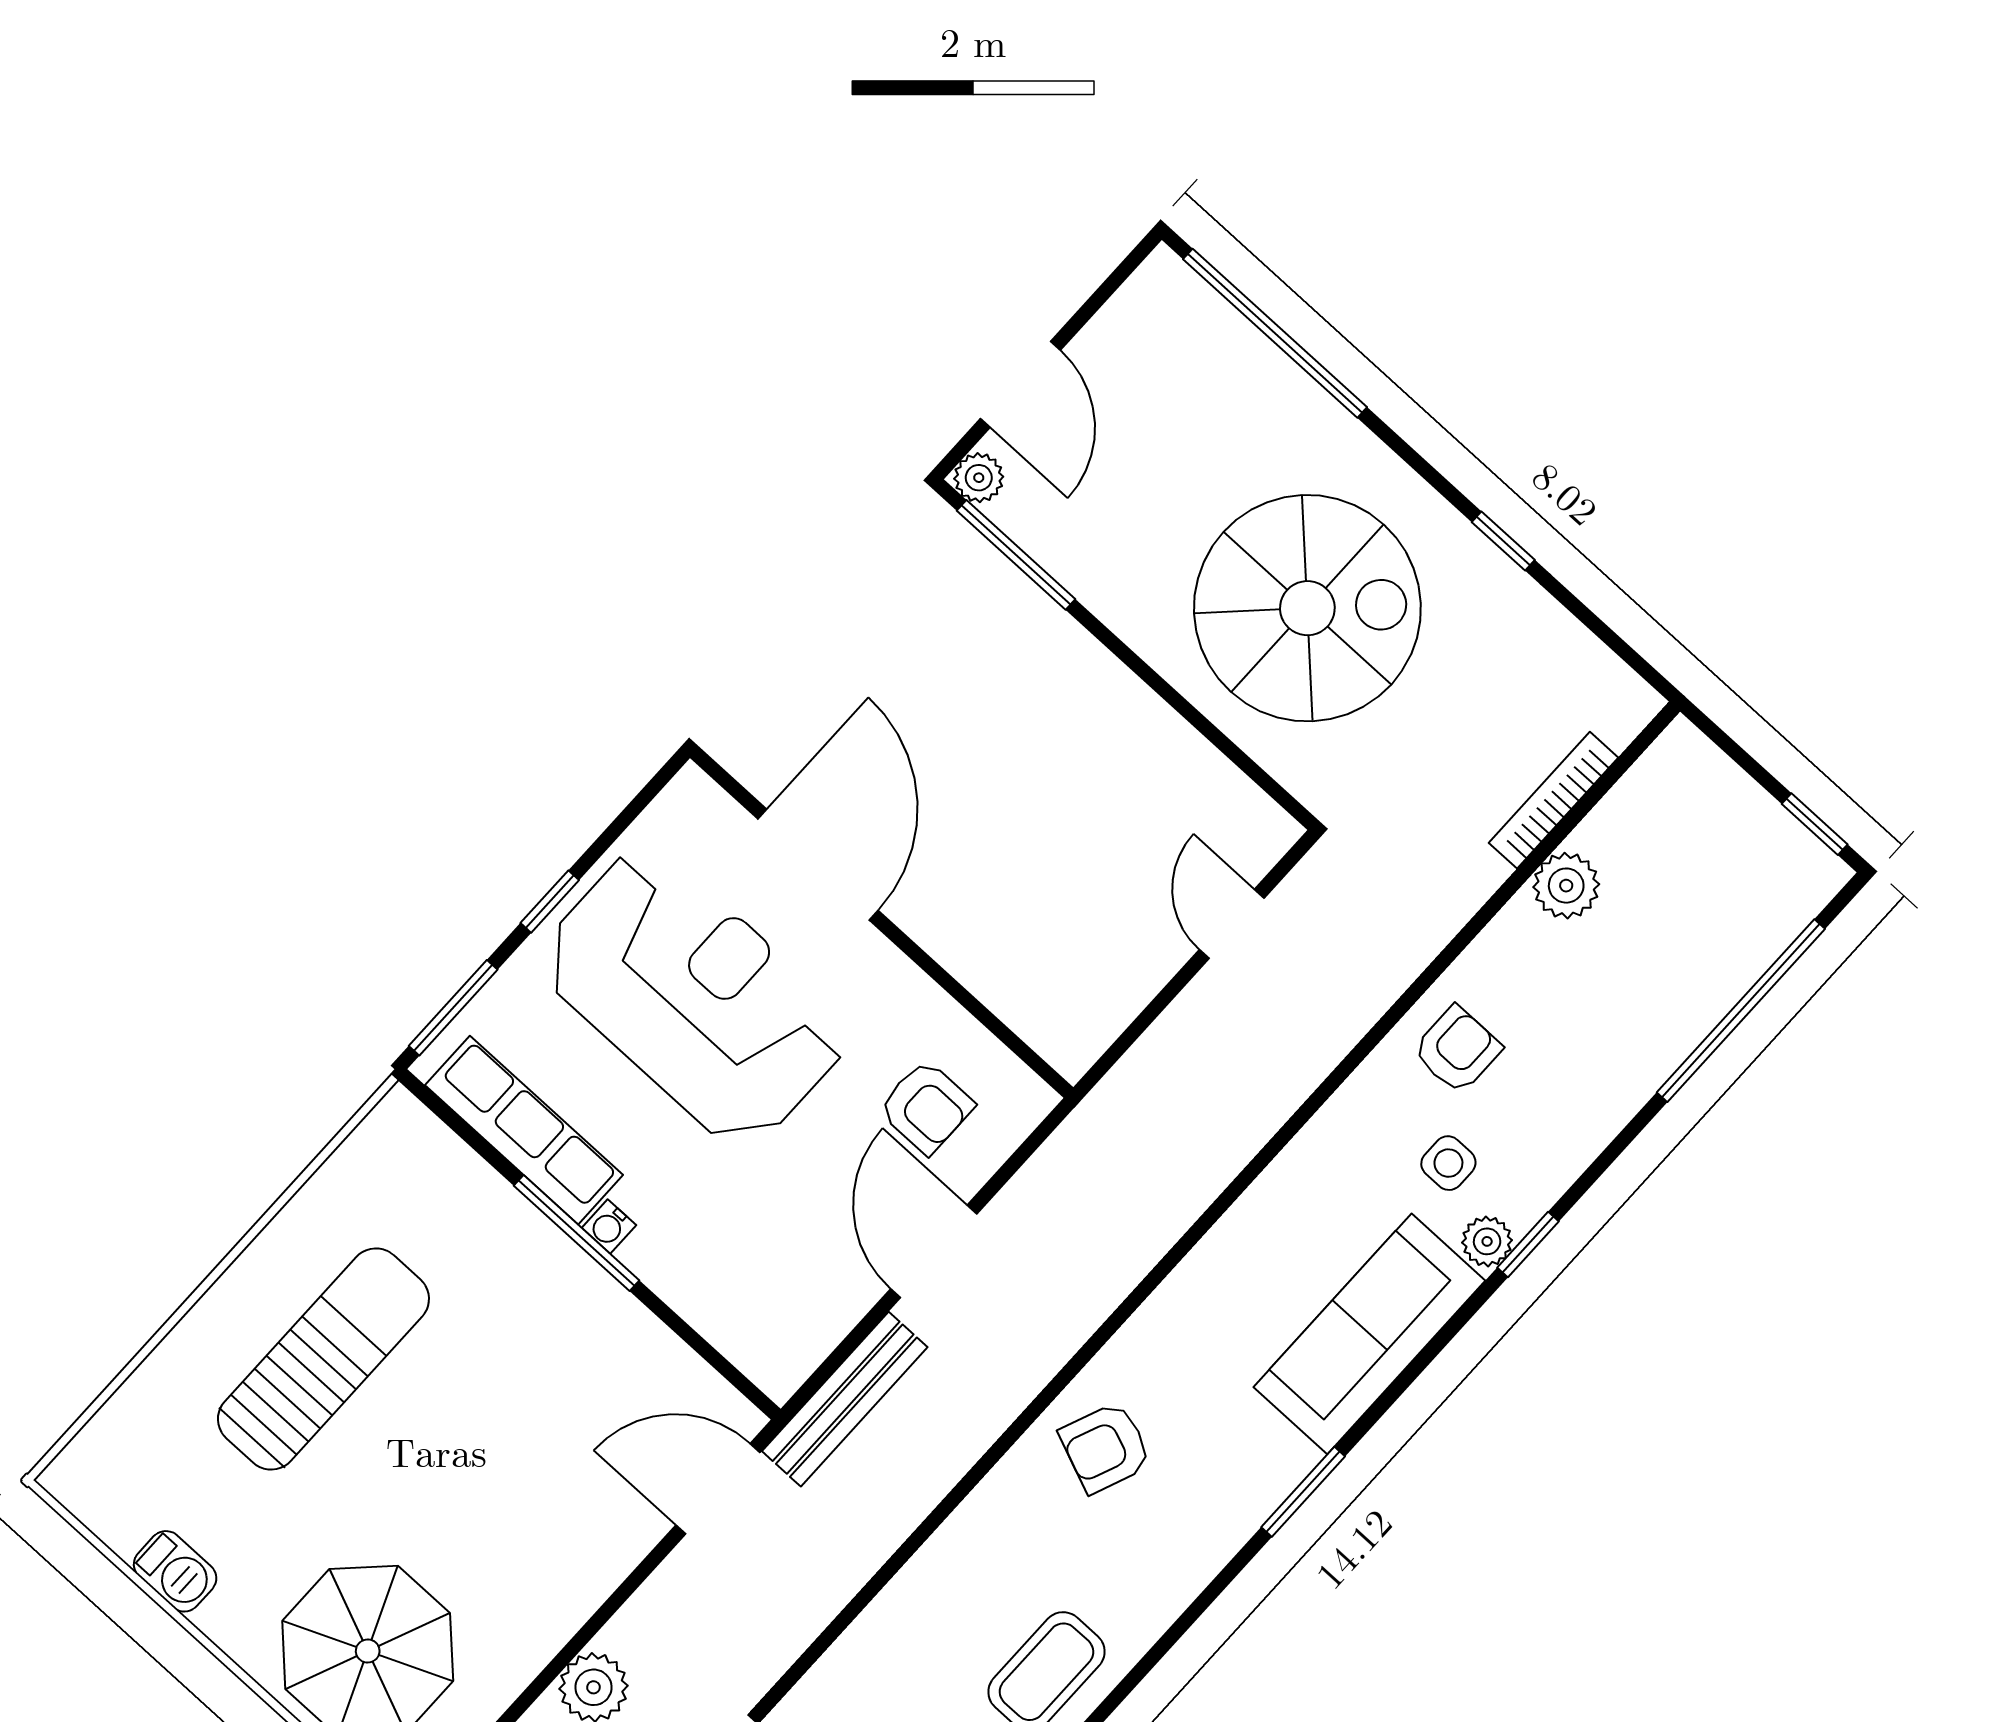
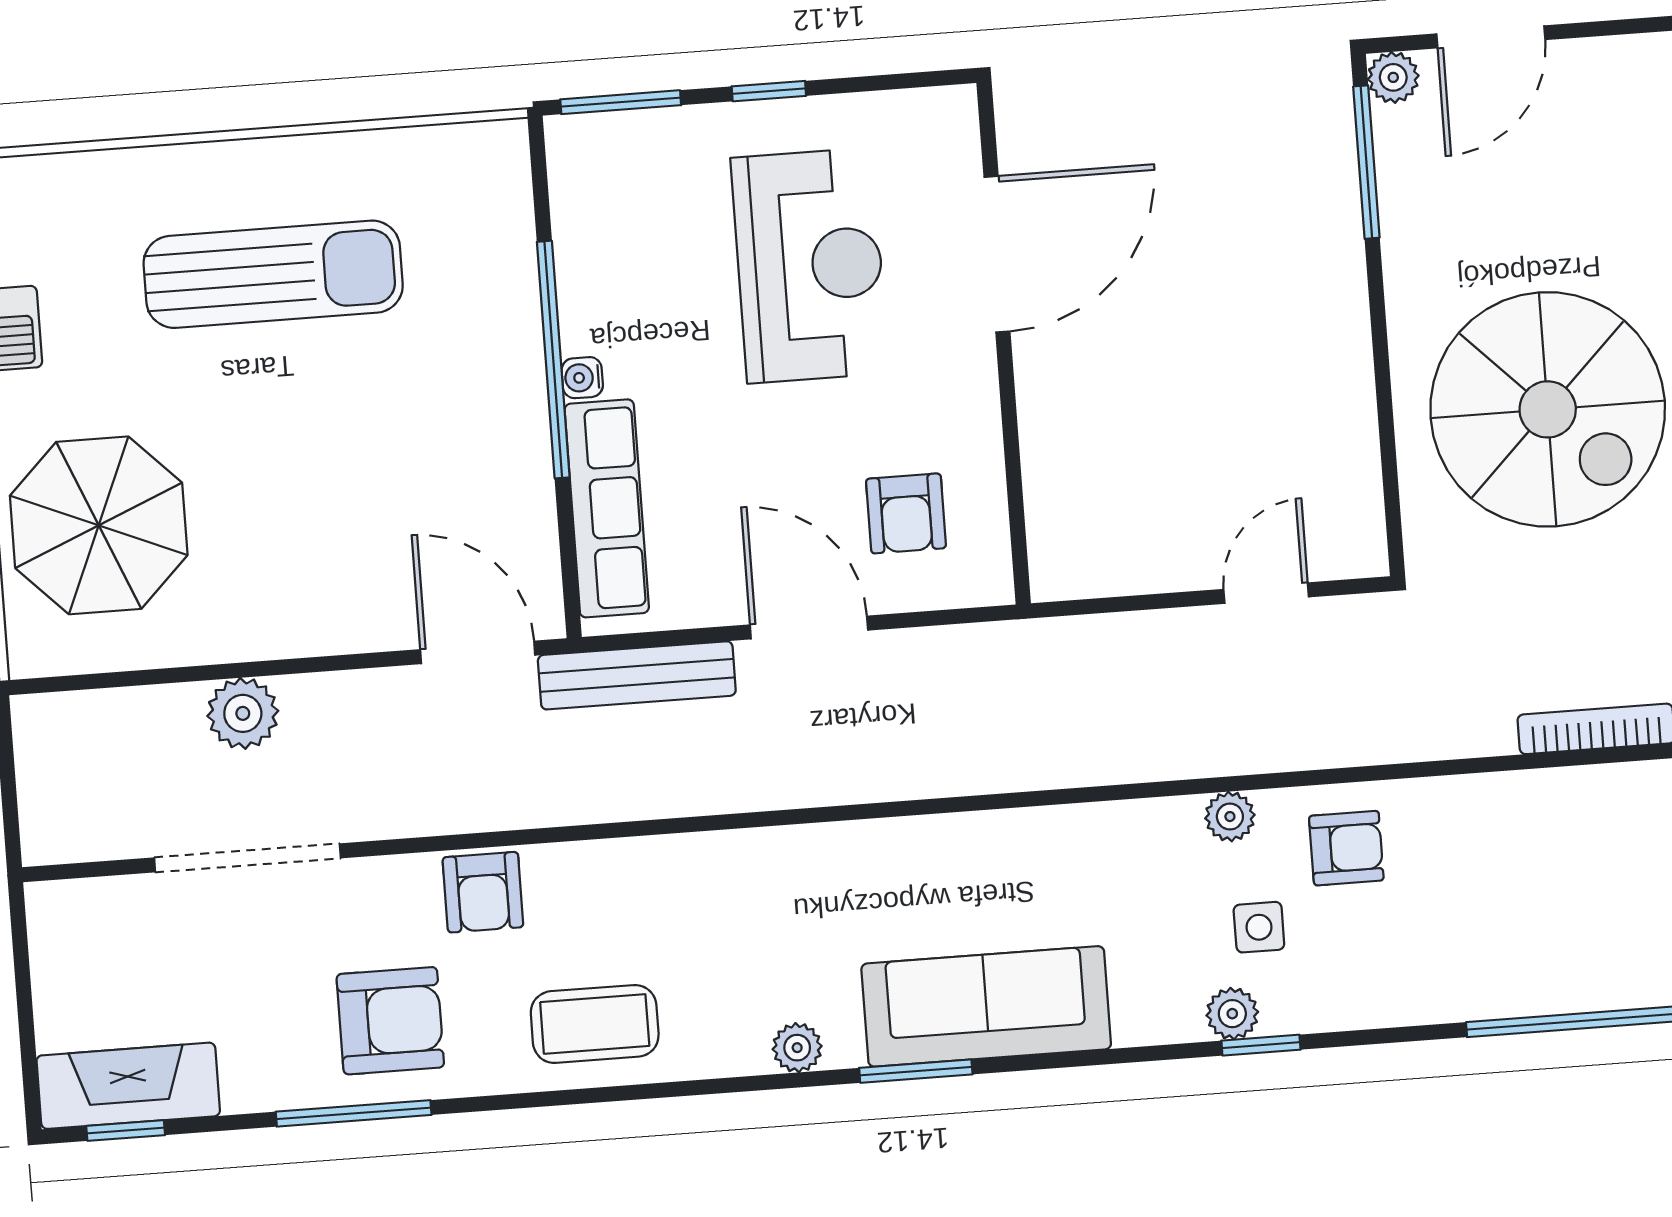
plant: (1566, 886) -> (1230, 817), moved, width x0.73, depth x0.73
reception desk: (694, 997) -> (810, 266), width x0.74, depth x0.77
row of seats: (524, 1130) -> (607, 508), moved
window: (577, 1233) -> (553, 360), width x1.46
door: (934, 1251) -> (809, 627), hinge flipped
sofa: (1369, 1334) -> (986, 1006), moved
armchair: (1105, 1448) -> (483, 892), moved, turned -112
plant: (1204, 1554) -> (797, 1048), added

